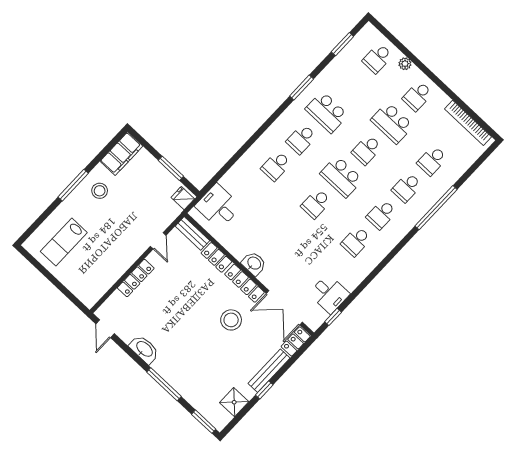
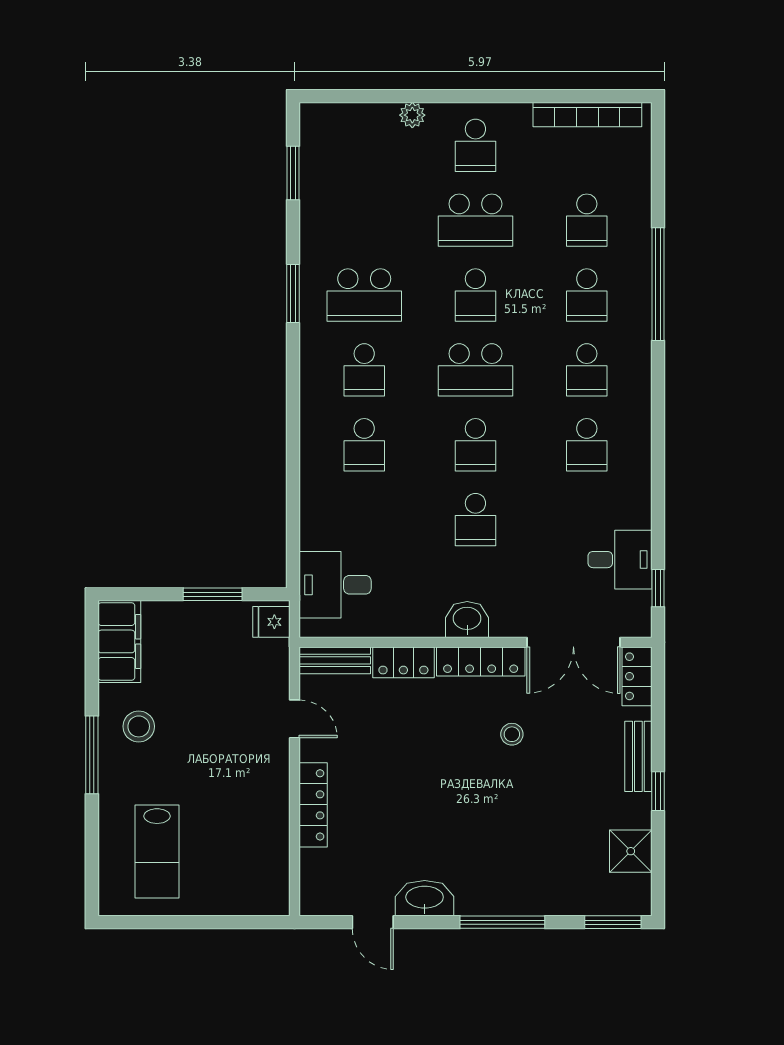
school desk: (377, 58) -> (475, 520), moved
stool: (231, 320) -> (512, 734), width x0.53, depth x0.53
door: (105, 329) -> (373, 922), moved
bench: (269, 371) -> (638, 756), width x0.73

